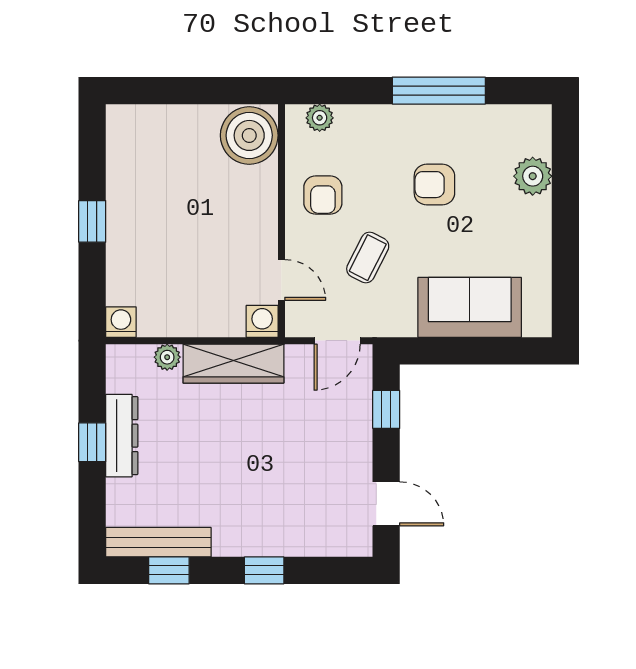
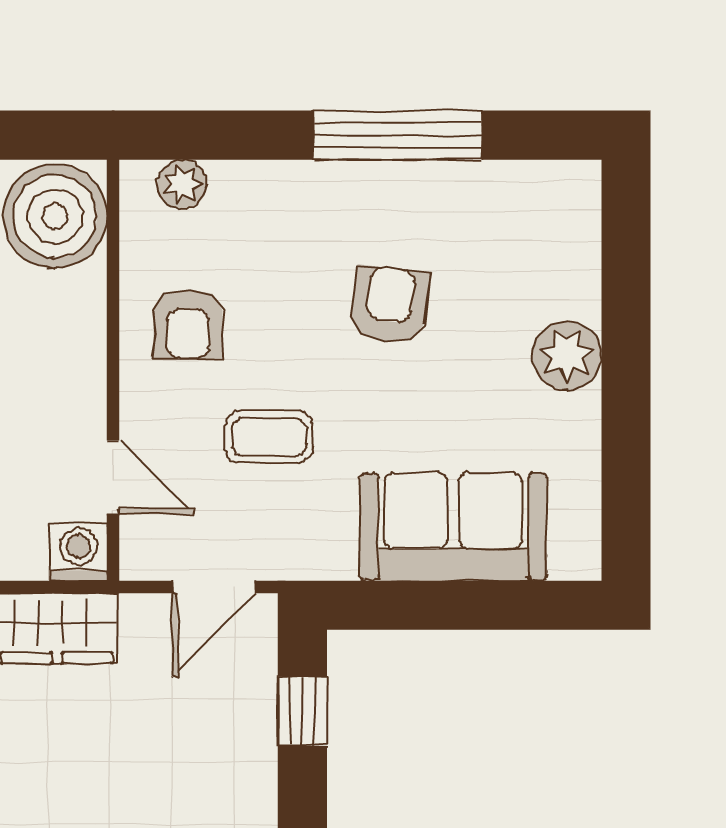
plant: (533, 176) -> (567, 355), moved
armchair: (434, 185) -> (390, 305), turned 97
coffee table: (368, 258) -> (269, 437), turned 63

